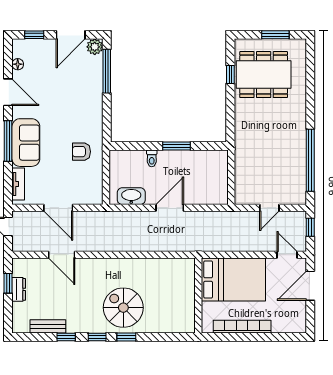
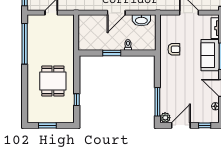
dining table: (264, 75) -> (53, 81), moved, width x0.73

